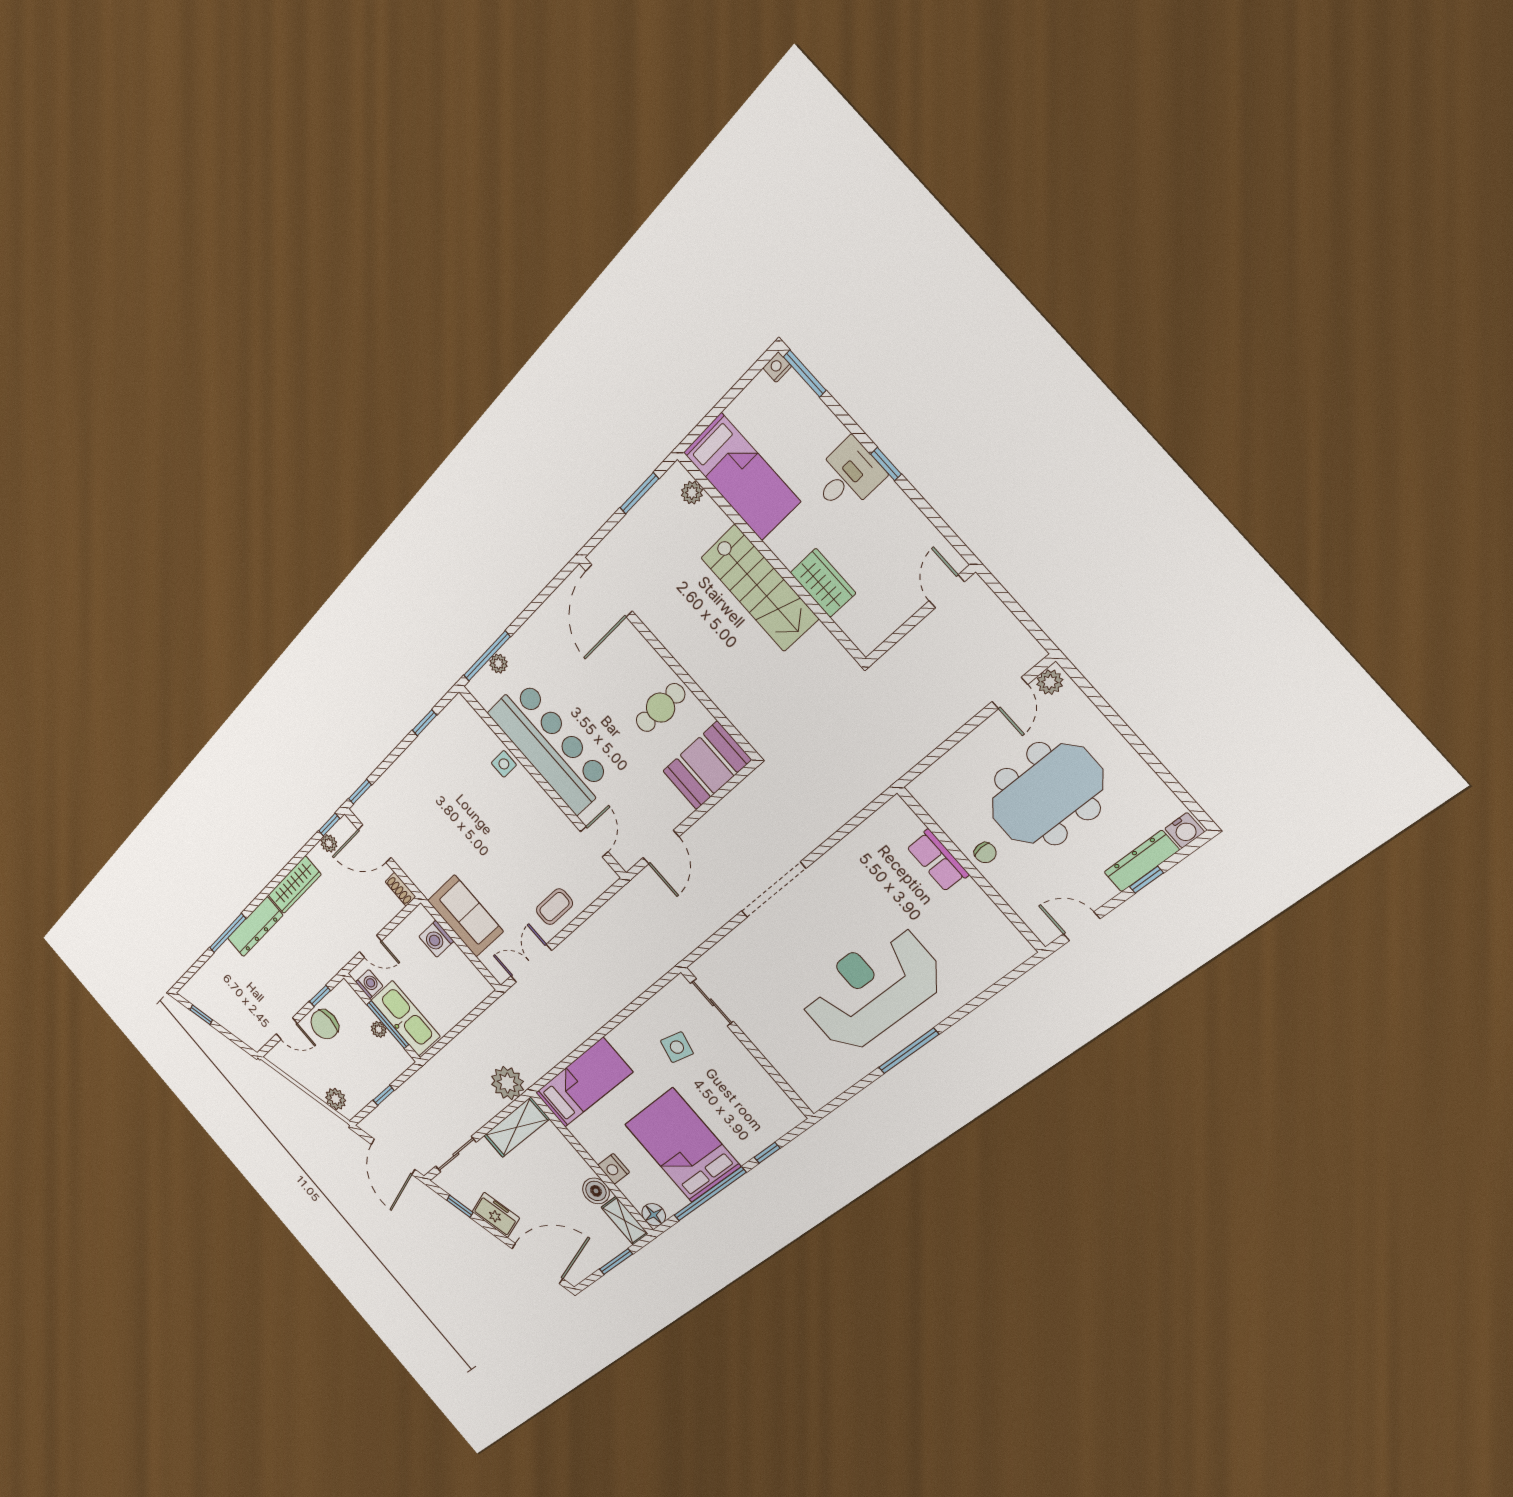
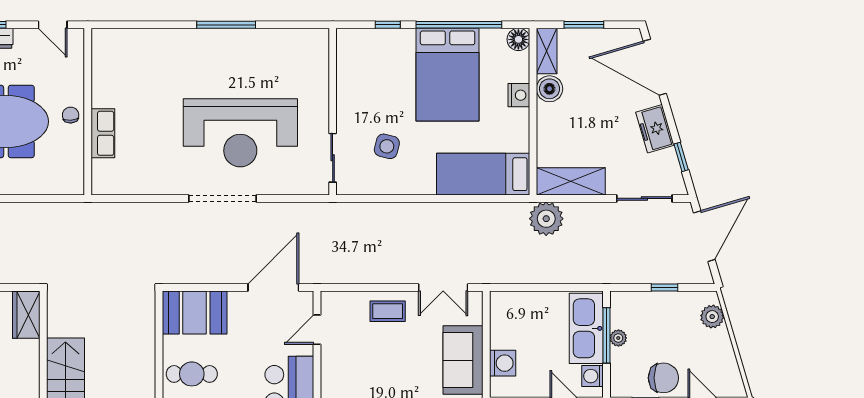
wardrobe: (823, 583) -> (26, 315), moved
door: (661, 847) -> (273, 287), width x1.36
reception desk: (871, 989) -> (240, 133), moved

